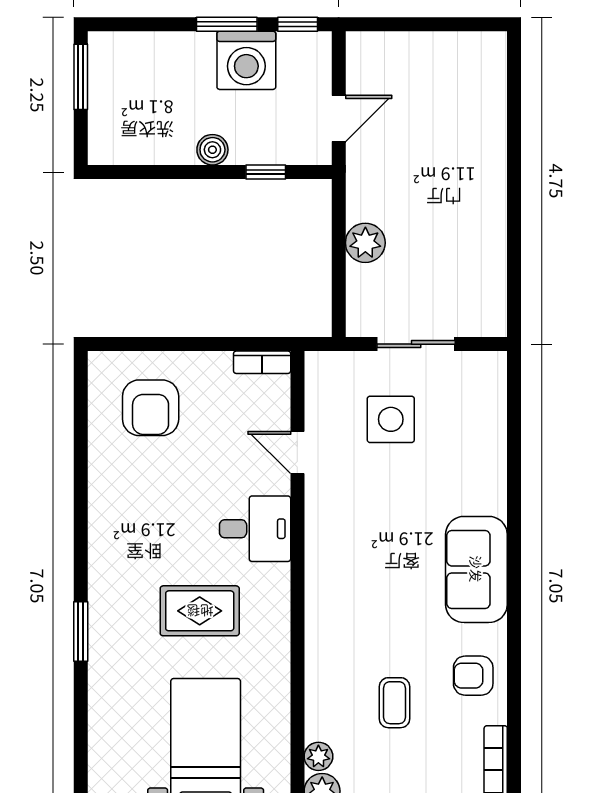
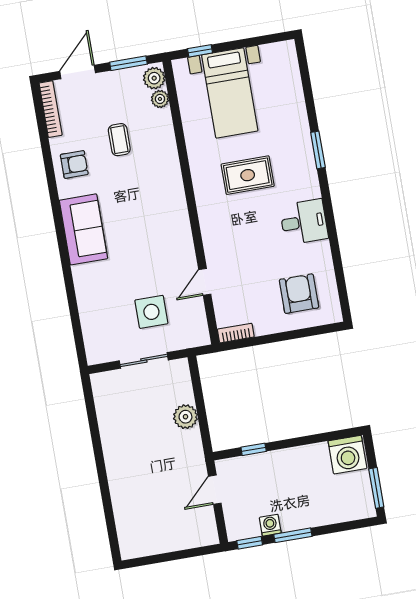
washing machine: (246, 60) -> (270, 525), width x0.53, depth x0.53
washing machine: (118, 138) -> (347, 455), added
boiler: (212, 150) -> (288, 457), removed
door: (297, 452) -> (205, 282), swing flipped
desk: (255, 529) -> (304, 222), moved, turned 180

